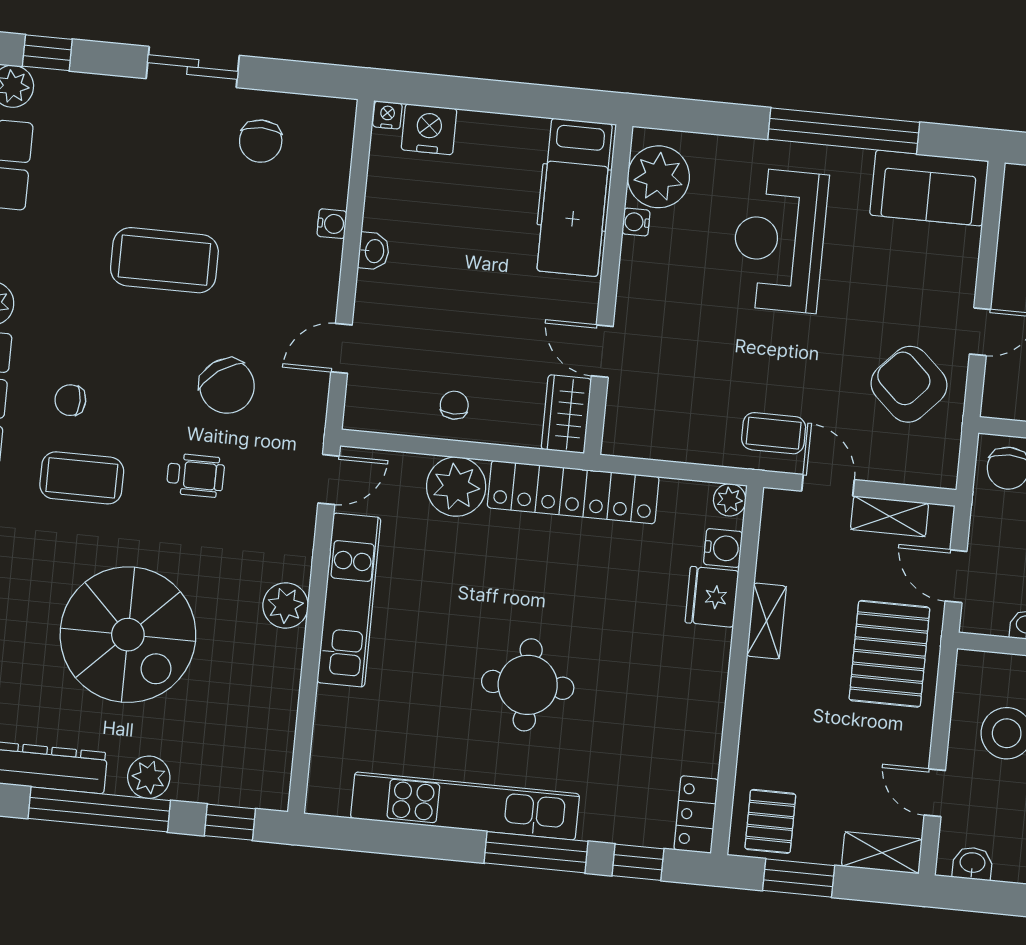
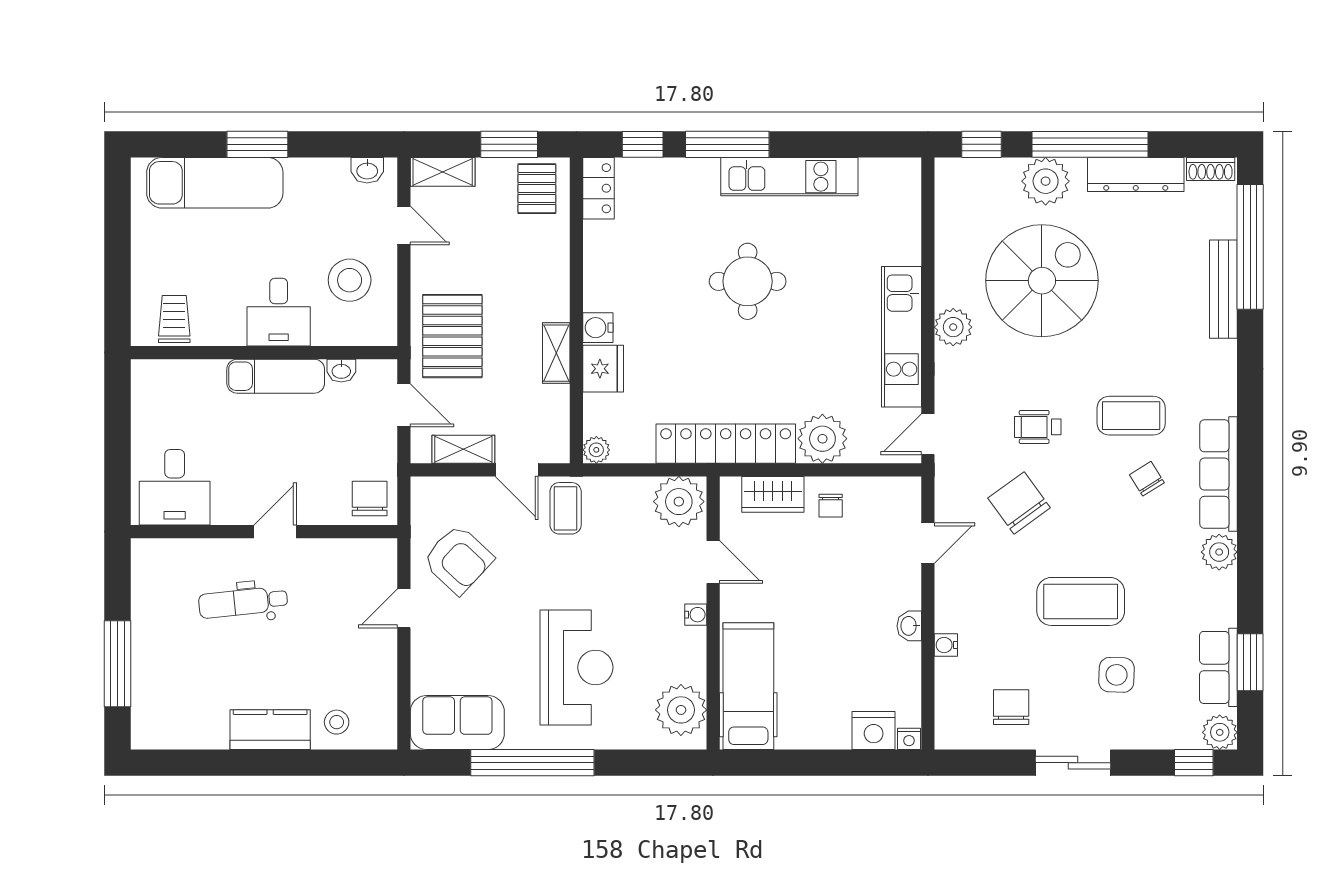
side table: (130, 168) -> (1117, 675), added
water cooler: (636, 222) -> (696, 615), moved
chair: (70, 400) -> (1147, 479), turned -122
wardrobe: (566, 414) -> (773, 494), moved, turned 90
plant: (636, 428) -> (679, 502), added
coffee table: (774, 433) -> (566, 508), turned 90
water cooler: (723, 548) -> (598, 328), moved
spiral stairs: (128, 635) -> (1042, 281), moved, turned 90
plant: (149, 777) -> (1046, 181), width x1.36, depth x1.36
kitchen unit: (465, 806) -> (789, 177), width x0.73

